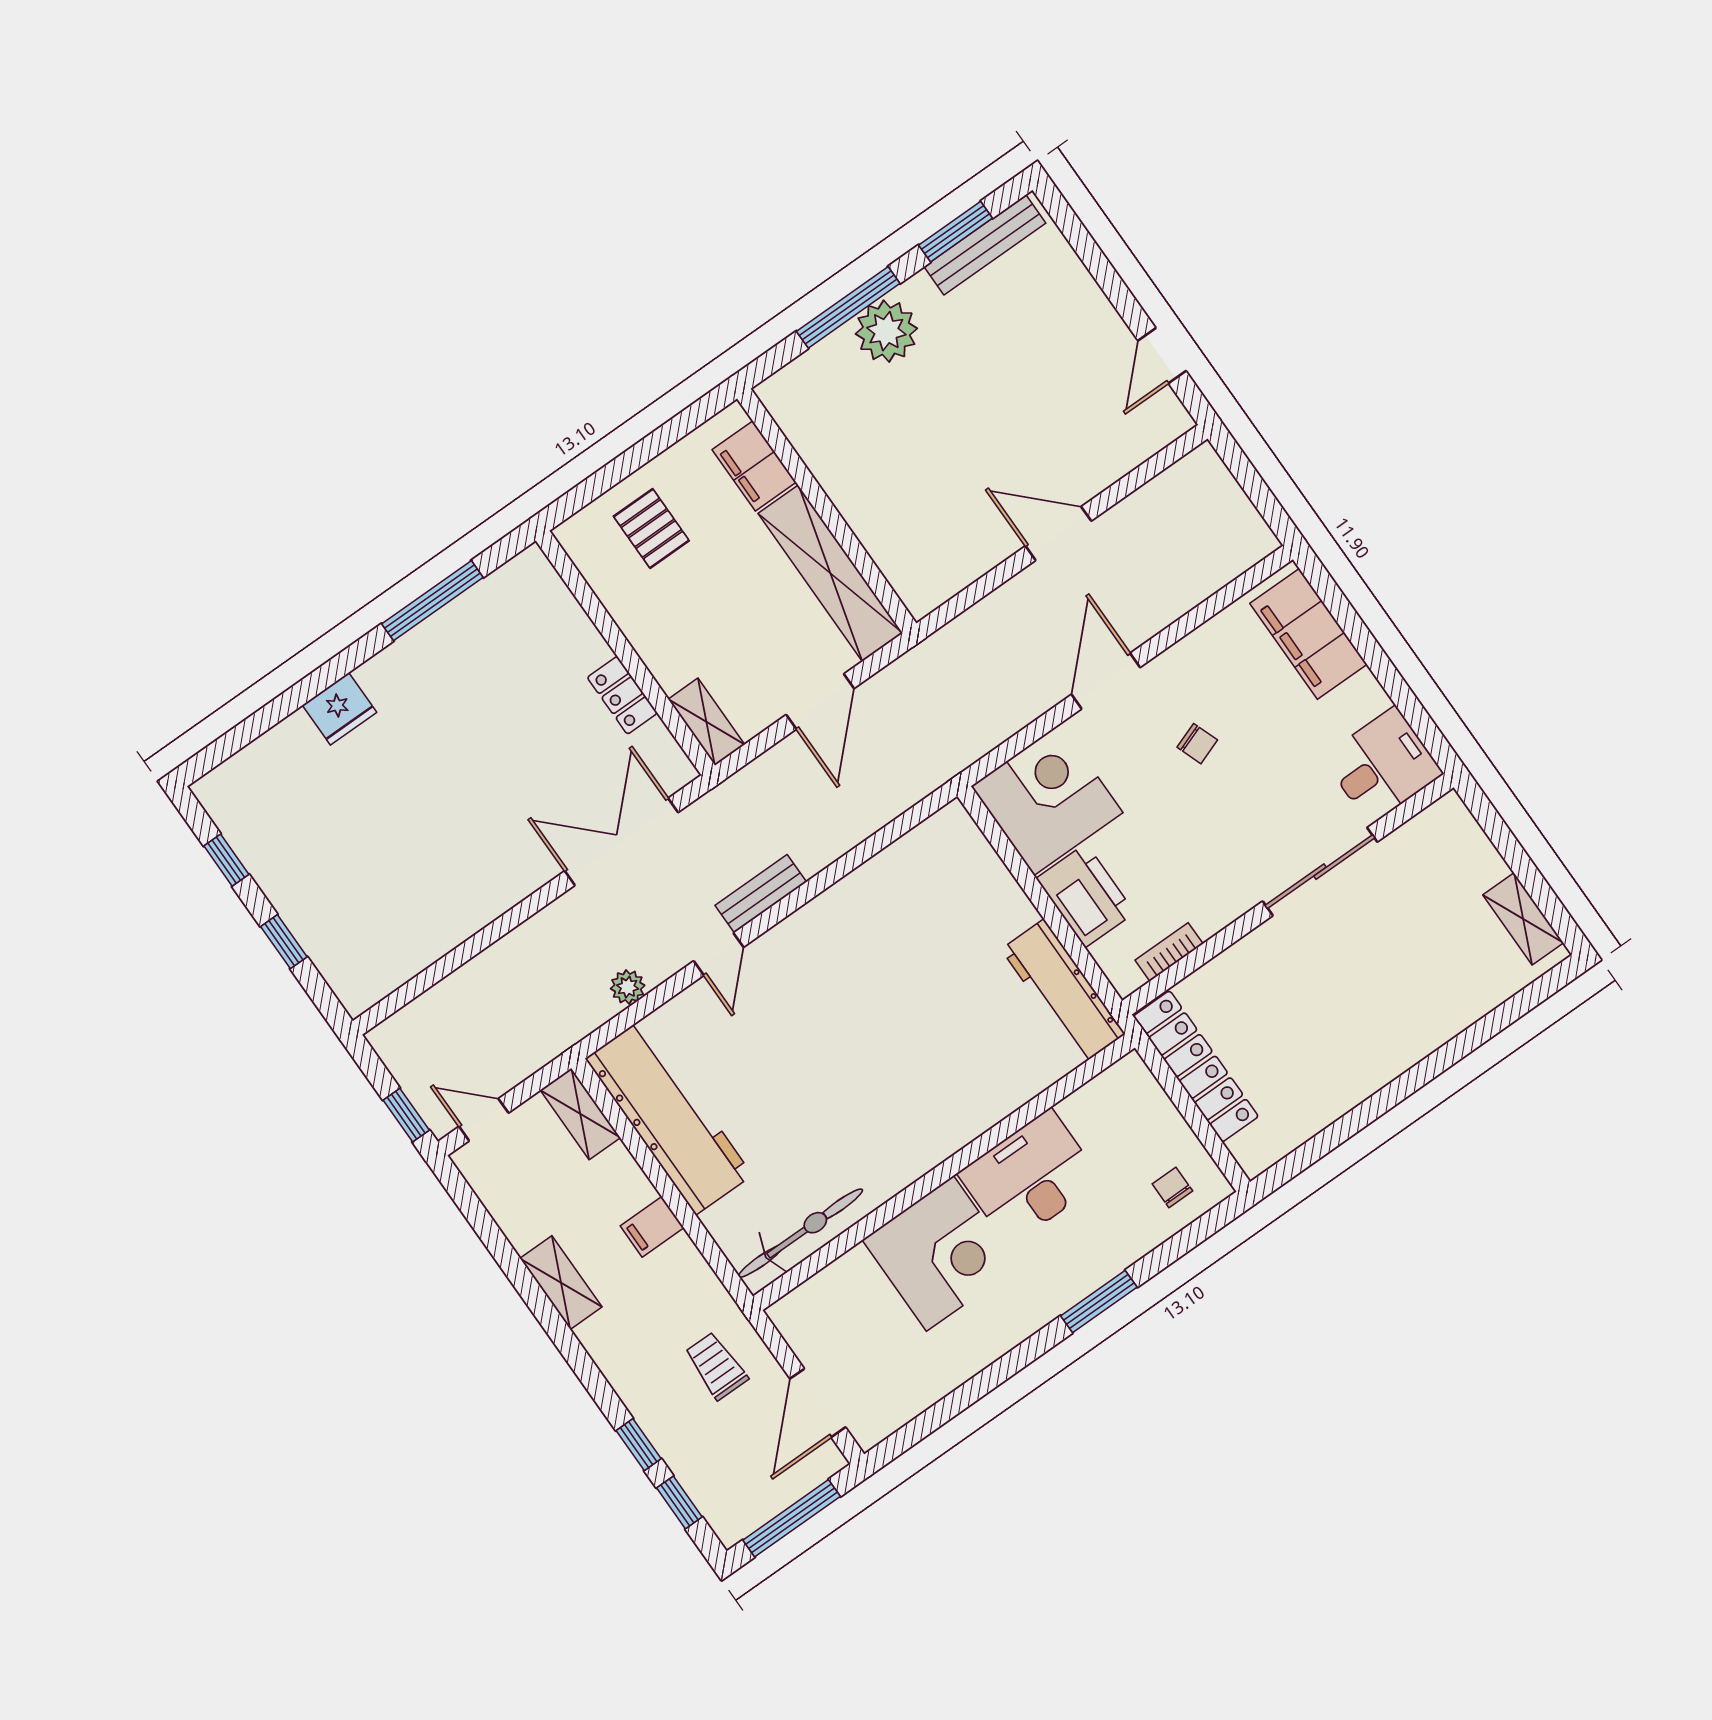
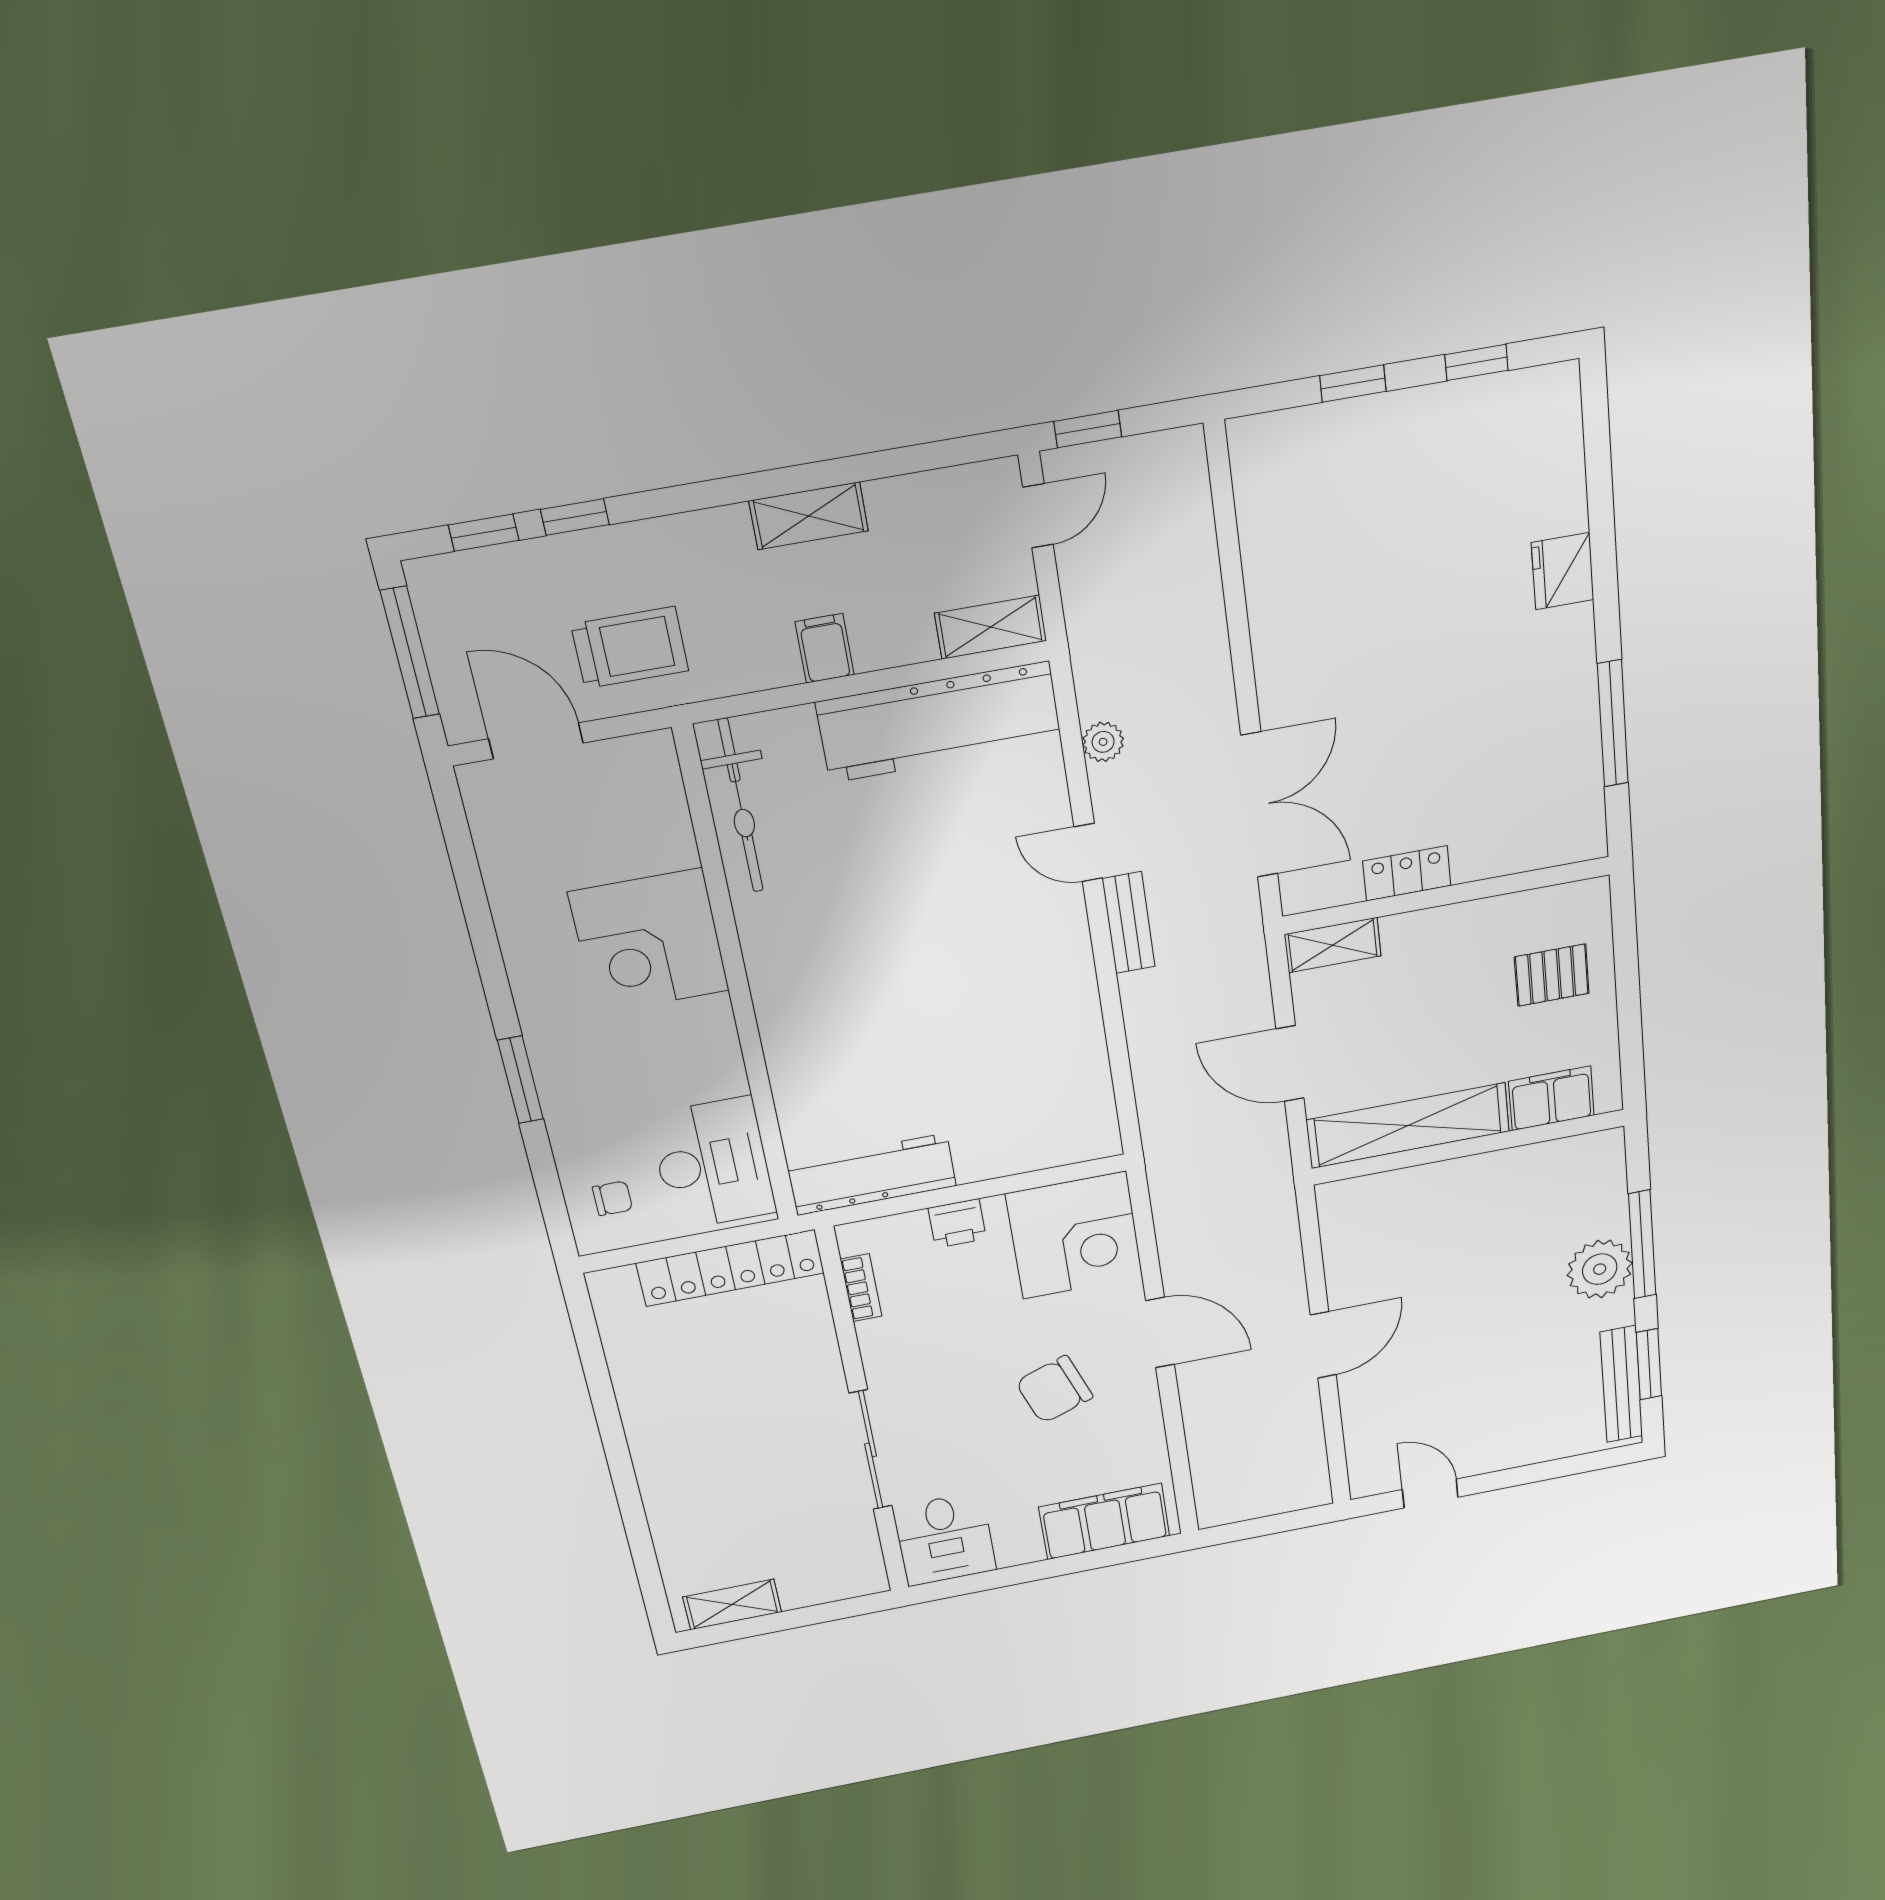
chair: (1197, 744) -> (1054, 1390), width x1.87, depth x1.87
printer: (1085, 896) -> (957, 1223), width x0.53, depth x0.68
desk: (1030, 1177) -> (713, 1164), moved
trolley: (716, 1366) -> (630, 648), width x1.36, depth x1.39

